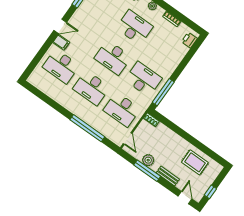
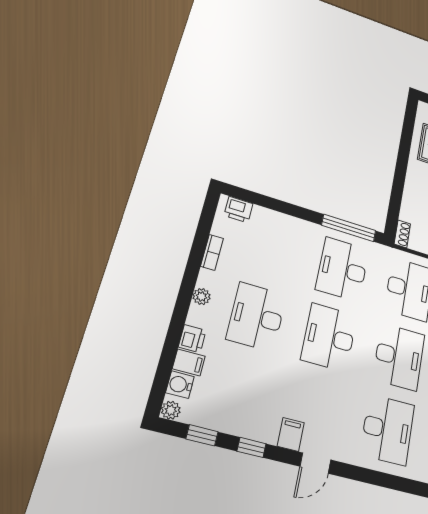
door: (60, 26) -> (315, 463), swing flipped
filing cabinet: (61, 42) -> (291, 434), moved
desk: (113, 58) -> (329, 337), turned 180

